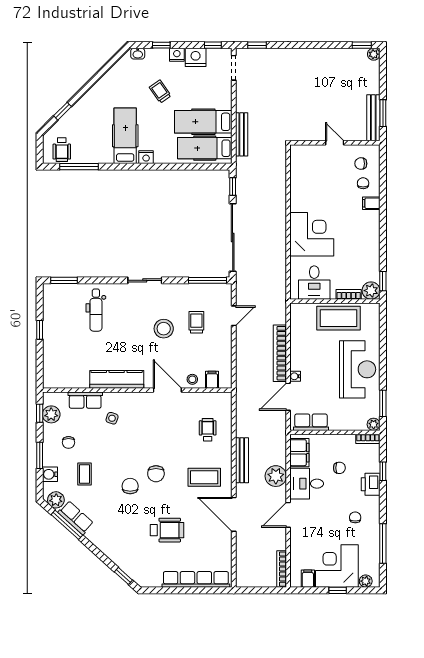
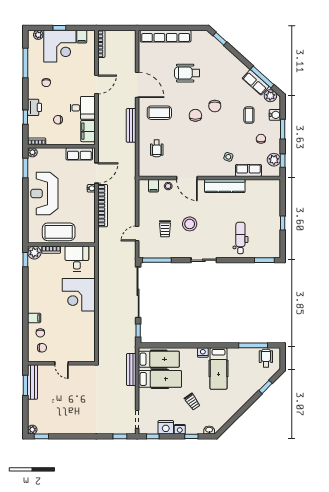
plant: (276, 476) -> (106, 114), removed

